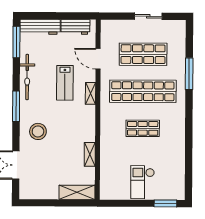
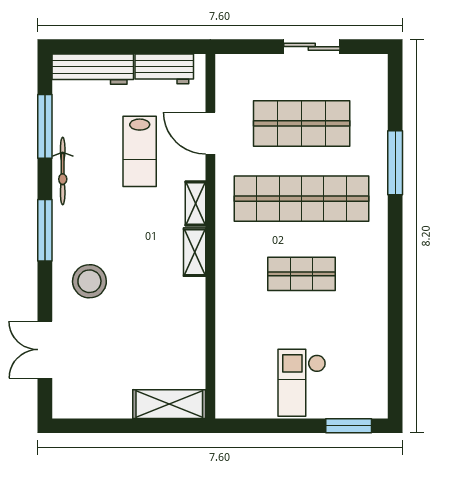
window: (16, 42) -> (45, 126), moved
bicycle: (27, 77) -> (63, 171), width x0.73, depth x0.71
lab bench: (65, 83) -> (140, 151), moved
shelving: (90, 154) -> (195, 252), moved

